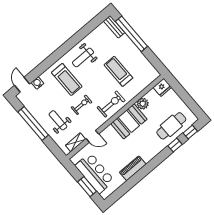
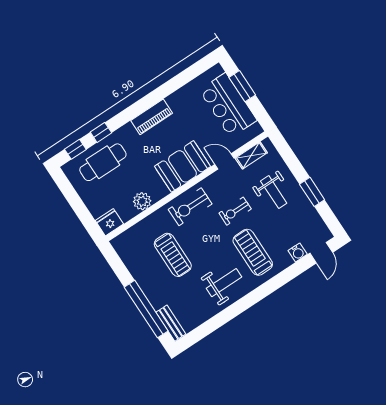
booth: (129, 121) -> (182, 166), moved
window: (33, 123) -> (312, 192), width x0.47
piano: (133, 168) -> (152, 117), moved

